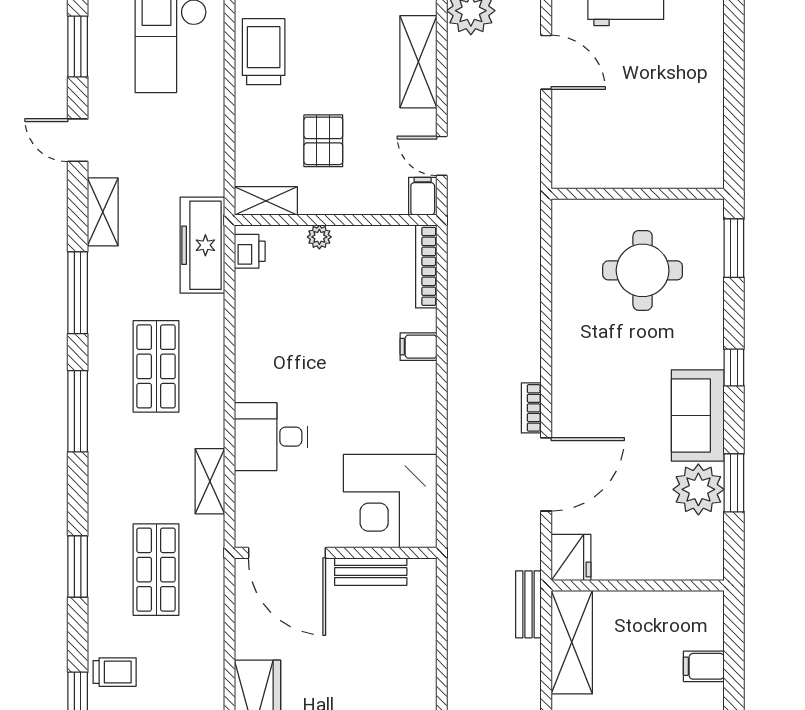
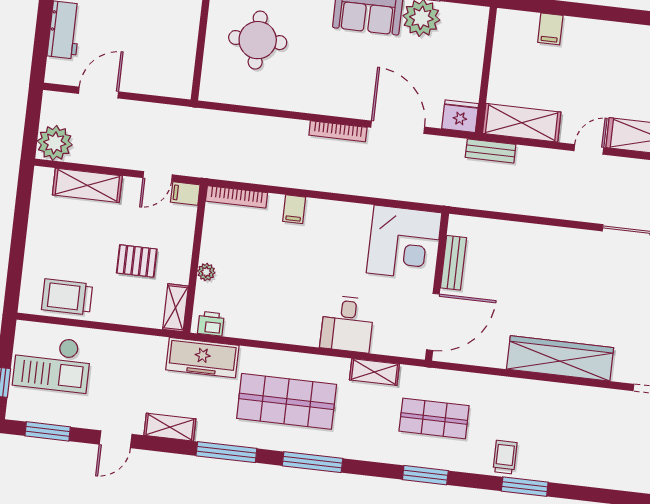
shop shelf: (156, 366) -> (287, 401), width x1.43, depth x1.36
bookcase: (531, 408) -> (338, 131), width x1.56

